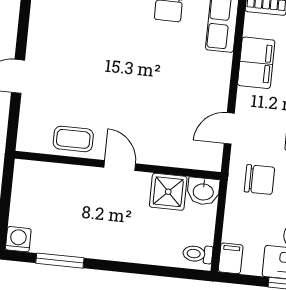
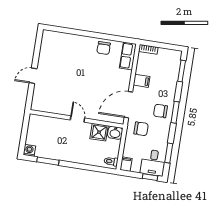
filing cabinet: (256, 63) -> (142, 81), width x0.50
door: (229, 128) -> (128, 105), width x1.88
coffee table: (73, 139) -> (57, 106), removed

